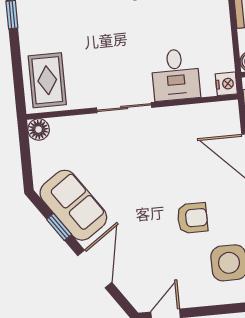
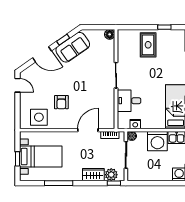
rug: (47, 80) -> (148, 45), moved, turned 90
nightstand: (226, 84) -> (135, 124), moved

